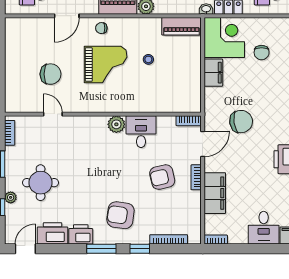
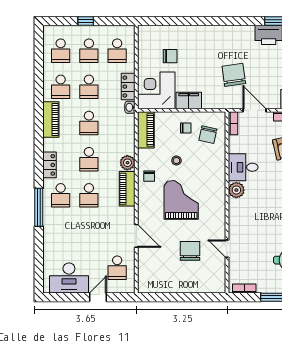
chair: (101, 28) -> (149, 176), moved
chair: (184, 70) -> (186, 128), added
chair: (176, 93) -> (208, 135), added
door: (53, 114) -> (227, 249), hinge flipped

